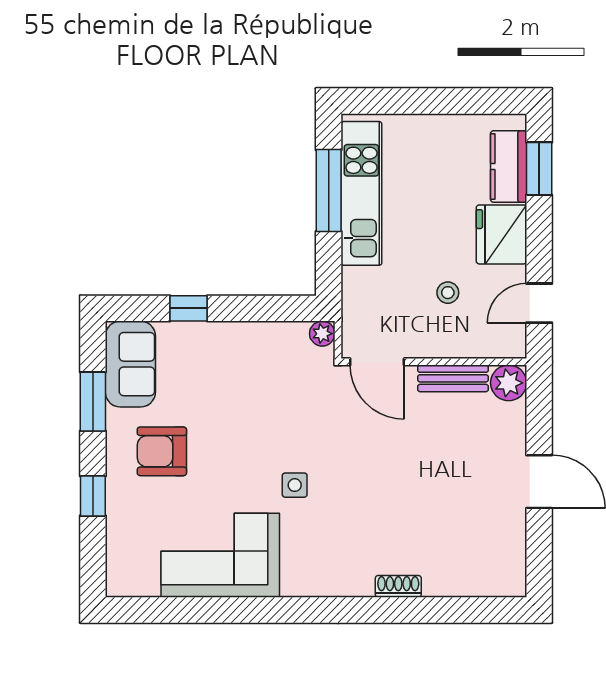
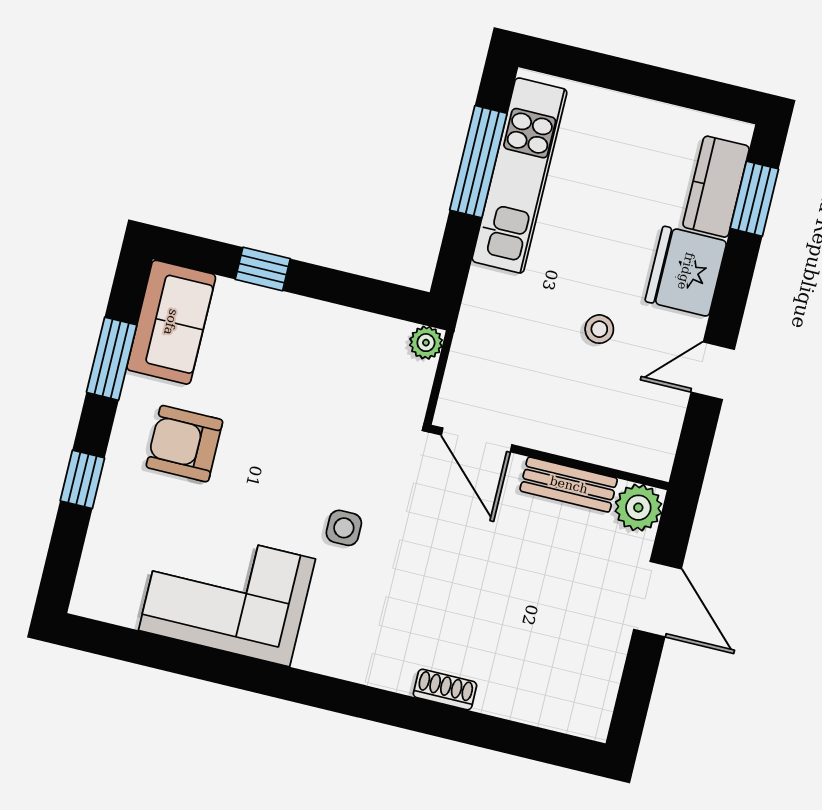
door: (377, 362) -> (477, 440), moved
wall: (434, 362) -> (549, 457), moved
bench: (453, 378) -> (569, 485), moved
plant: (509, 383) -> (638, 508), moved

